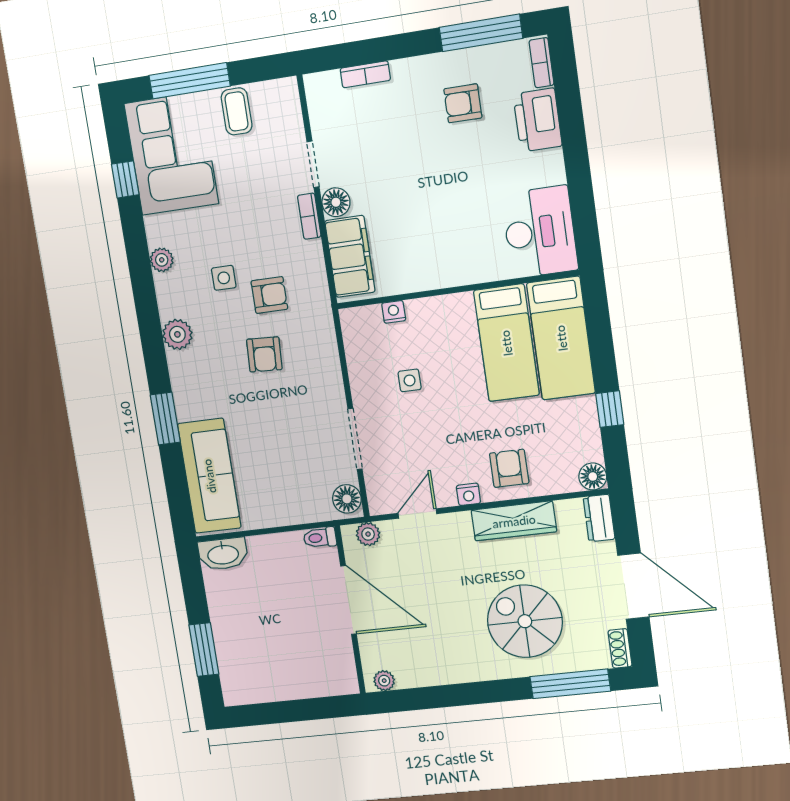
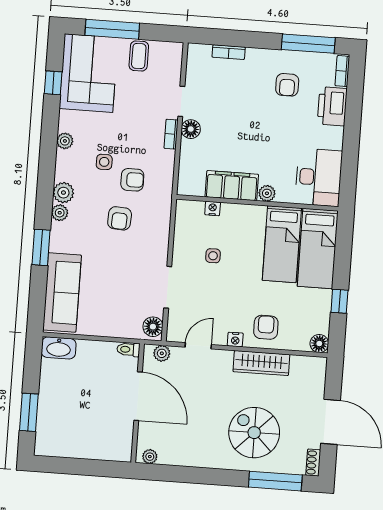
armchair: (463, 103) -> (287, 85), turned -90
filing cabinet: (350, 256) -> (232, 186), moved, turned -90
plant: (468, 273) -> (267, 193), added
plant: (179, 364) -> (60, 213), added
dresser: (599, 518) -> (318, 372), removed

